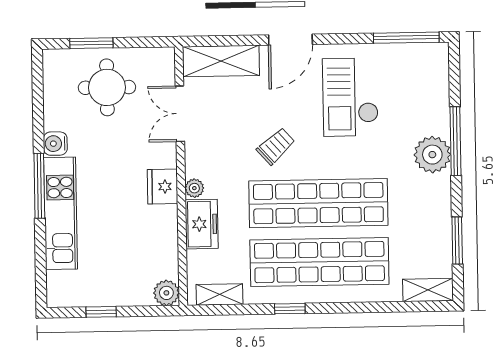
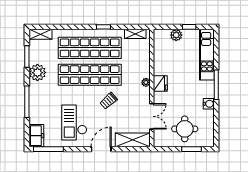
checkout: (350, 97) -> (74, 123), turned 180
plant: (432, 155) -> (37, 73), moved
kitchen unit: (61, 213) -> (207, 55), moved
freezer: (202, 224) -> (36, 136), moved, turned 180
plant: (166, 293) -> (176, 35), moved

